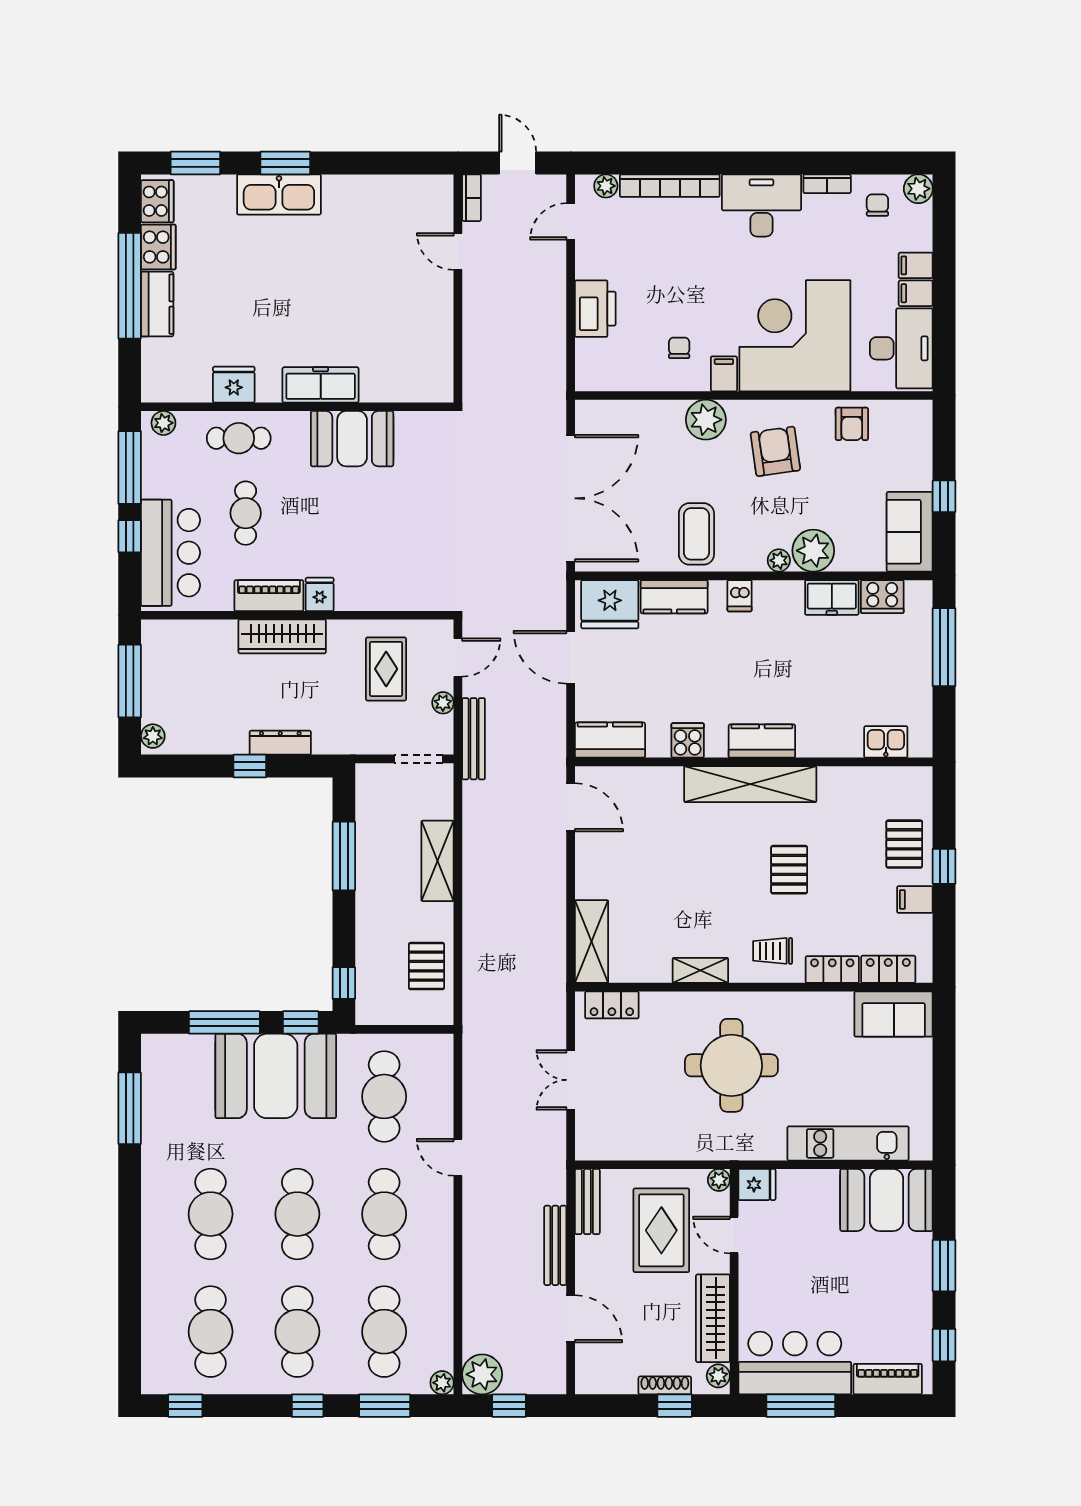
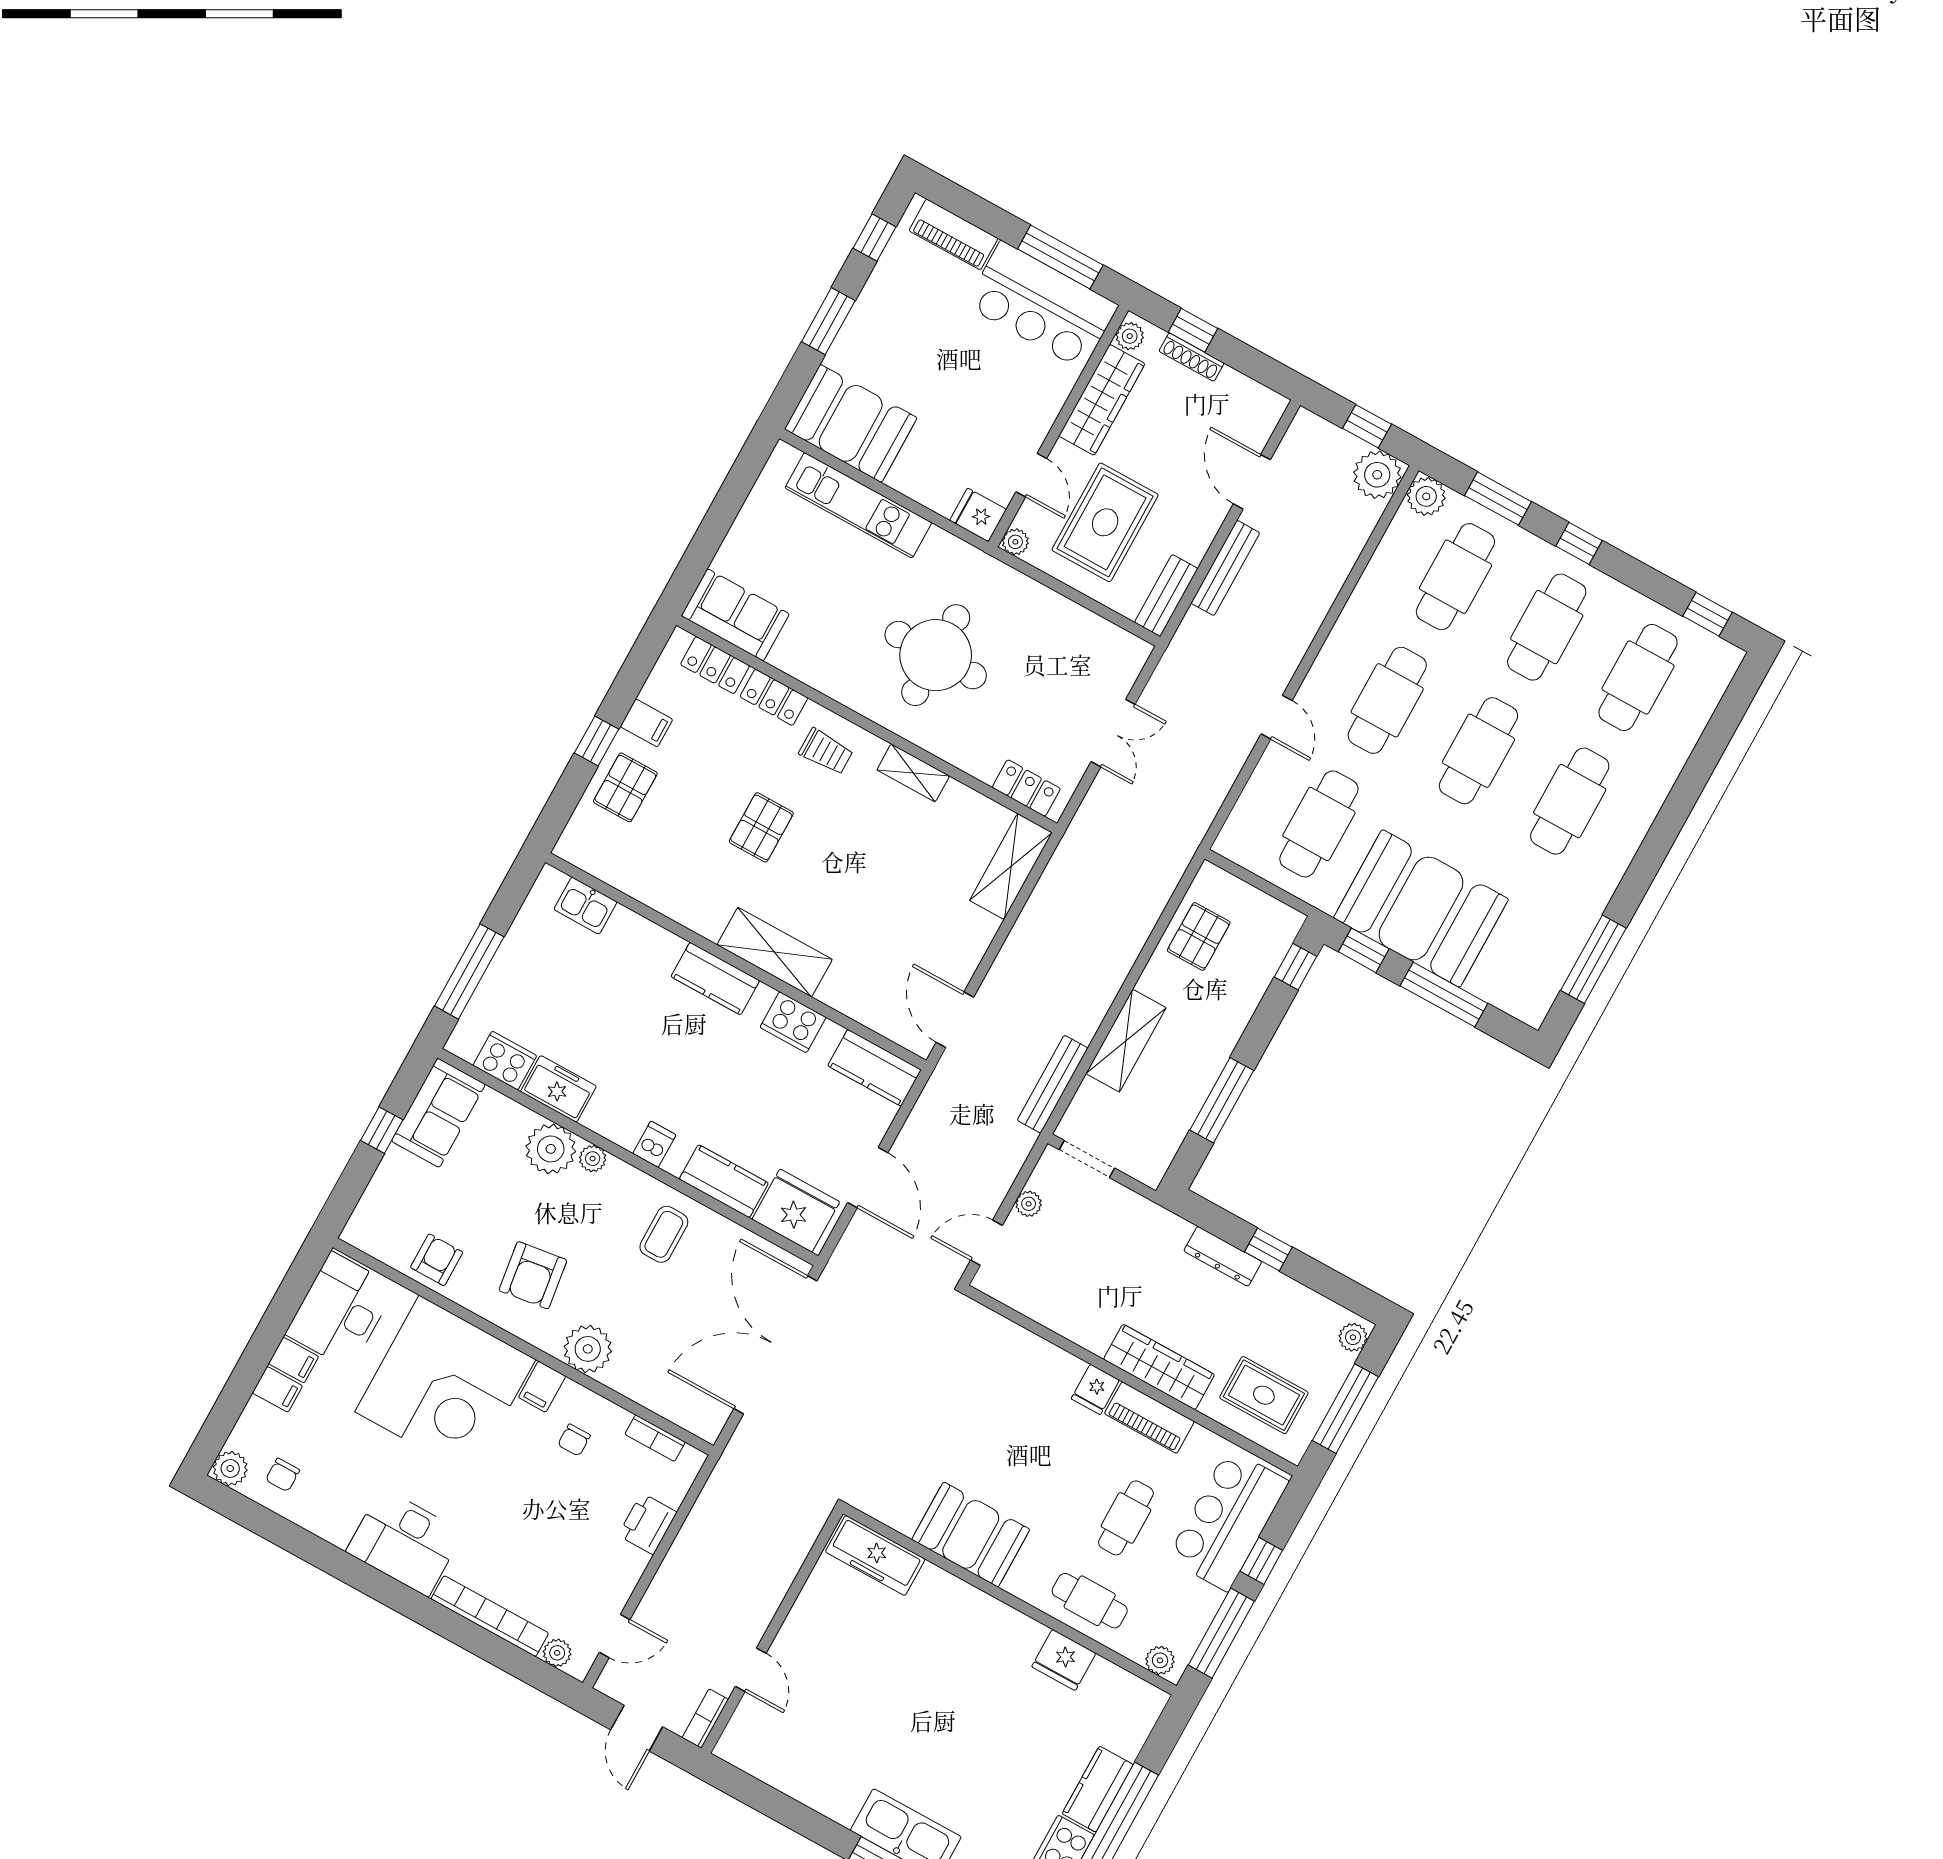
bookcase: (827, 184) -> (655, 1438), moved, turned 180
printer: (595, 309) -> (647, 1524), width x0.73, depth x0.84
freezer: (321, 385) -> (875, 1555), moved
coffee table: (696, 534) -> (664, 1234), width x0.73, depth x0.77
rug: (386, 669) -> (1264, 1395), moved, turned 90
bench: (474, 739) -> (1053, 1084), moved
cooker: (688, 740) -> (793, 1022), width x1.36
shelving: (750, 784) -> (775, 952), width x0.68
plant: (442, 1383) -> (1426, 496), width x1.38, depth x1.38

